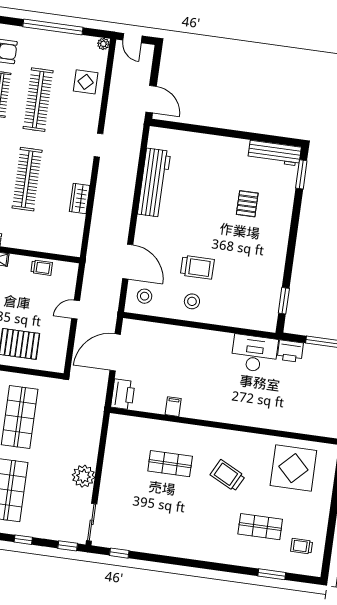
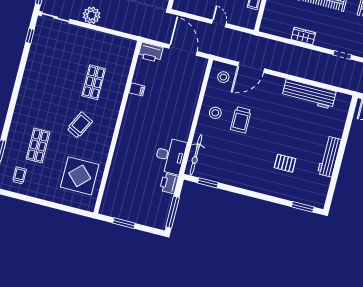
workbench: (275, 153) -> (329, 157), moved
bicycle: (250, 320) -> (196, 155), added

